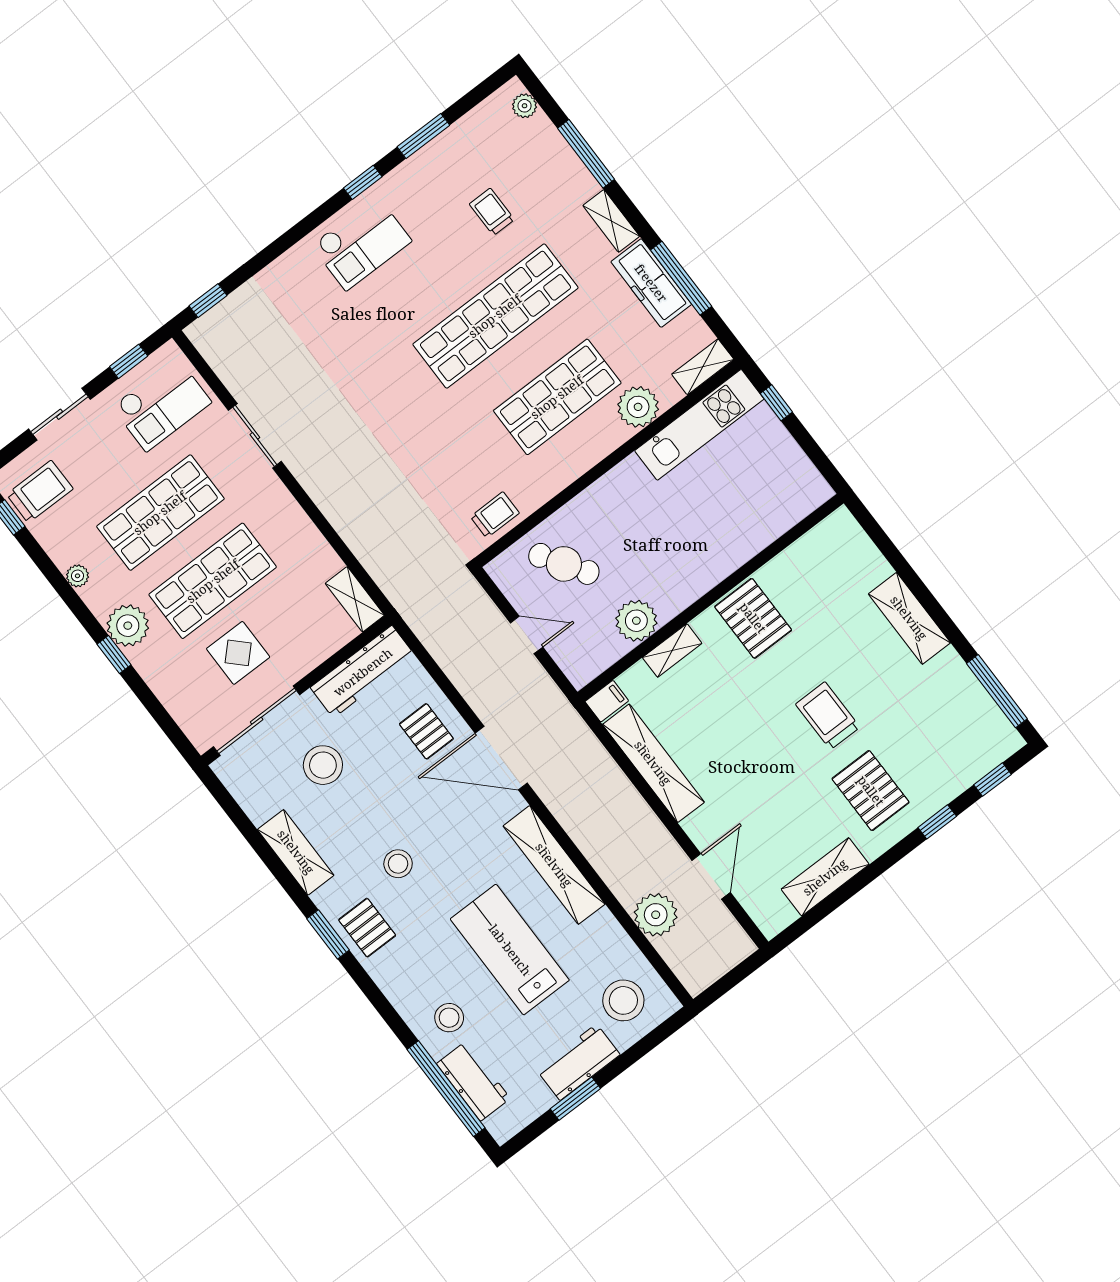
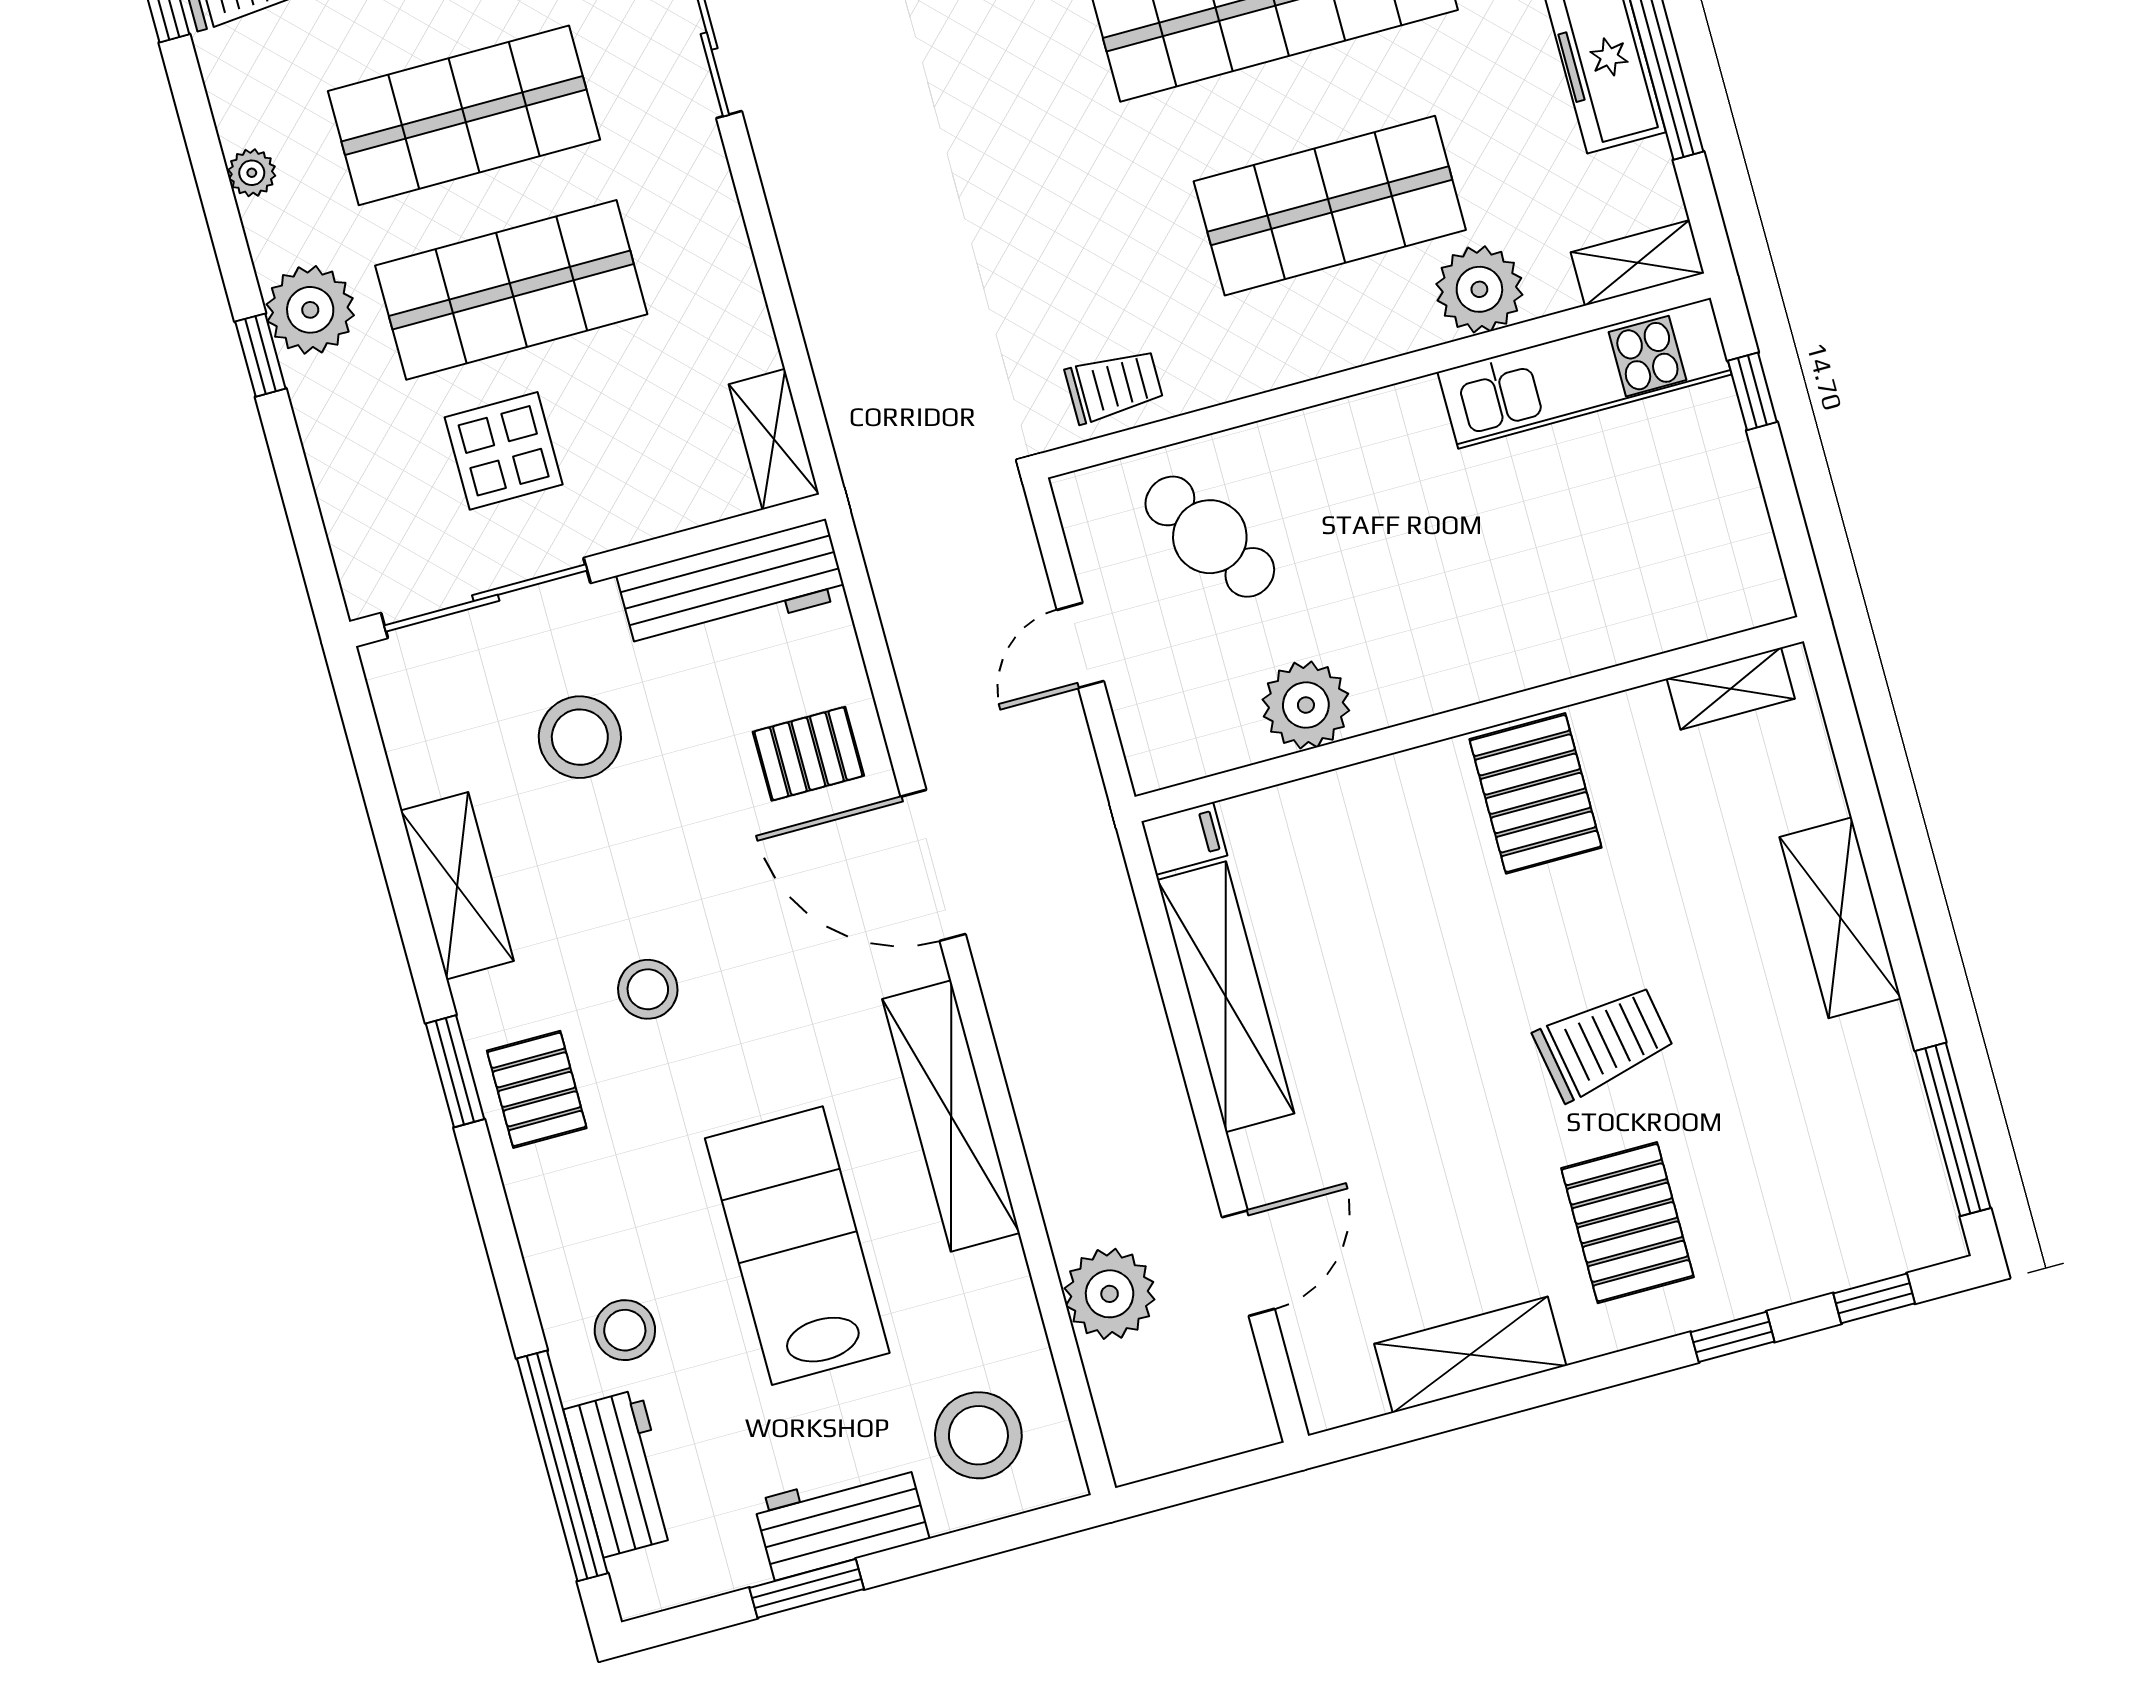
door: (527, 635) -> (1080, 645), swing flipped
shelving: (672, 650) -> (1731, 689), moved
trolley: (828, 716) -> (1604, 1043), turned 80
pallet: (426, 731) -> (808, 754), turned 90

